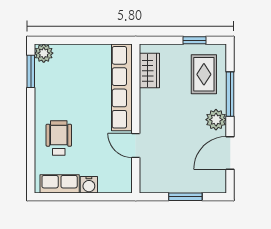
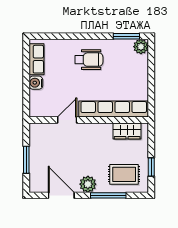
wheelchair: (59, 138) -> (89, 60), moved

